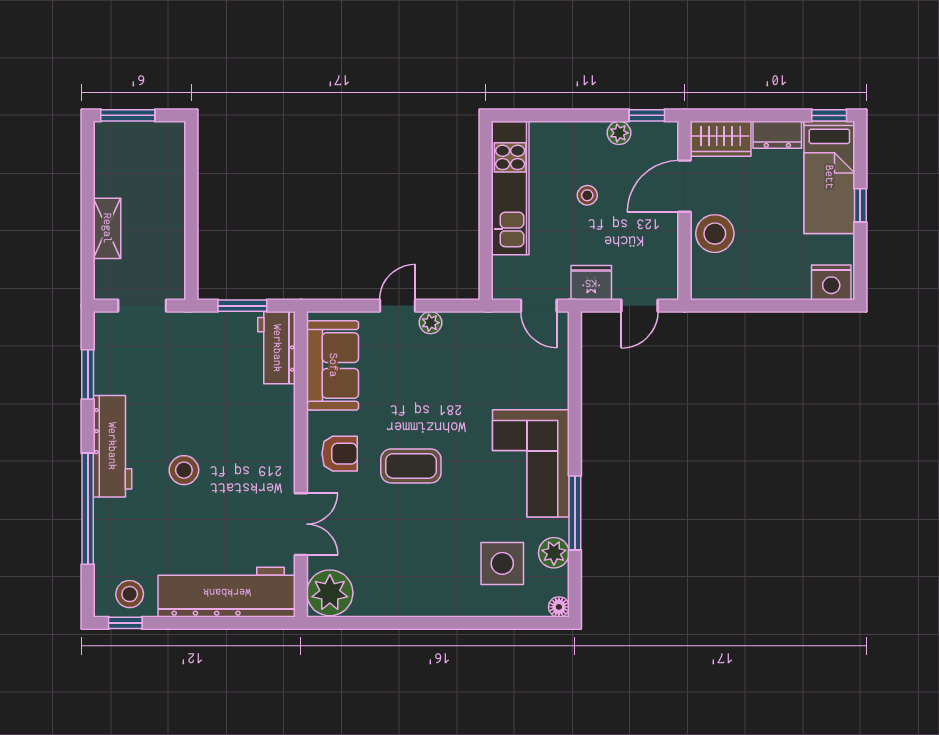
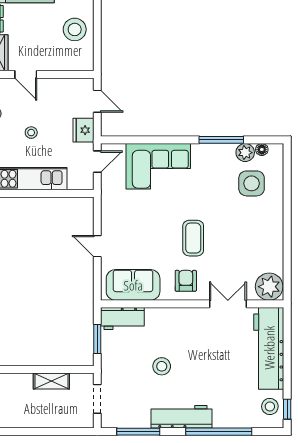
door: (685, 186) -> (26, 74), width x0.73
shelving: (107, 228) -> (51, 381), moved
stool: (715, 234) -> (75, 29), moved
plant: (430, 323) -> (107, 226), removed
window: (88, 374) -> (138, 432), width x1.44
corner sofa: (531, 463) -> (158, 166), moved
stool: (184, 470) -> (162, 366), moved
floor lamp: (559, 607) -> (262, 150), moved

